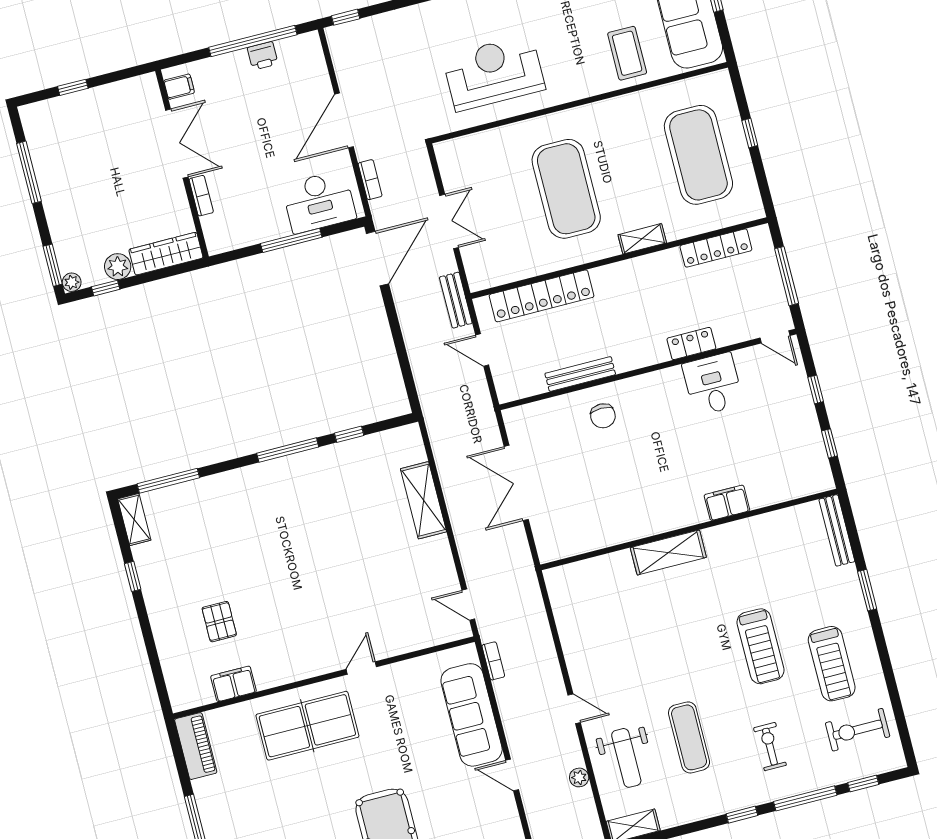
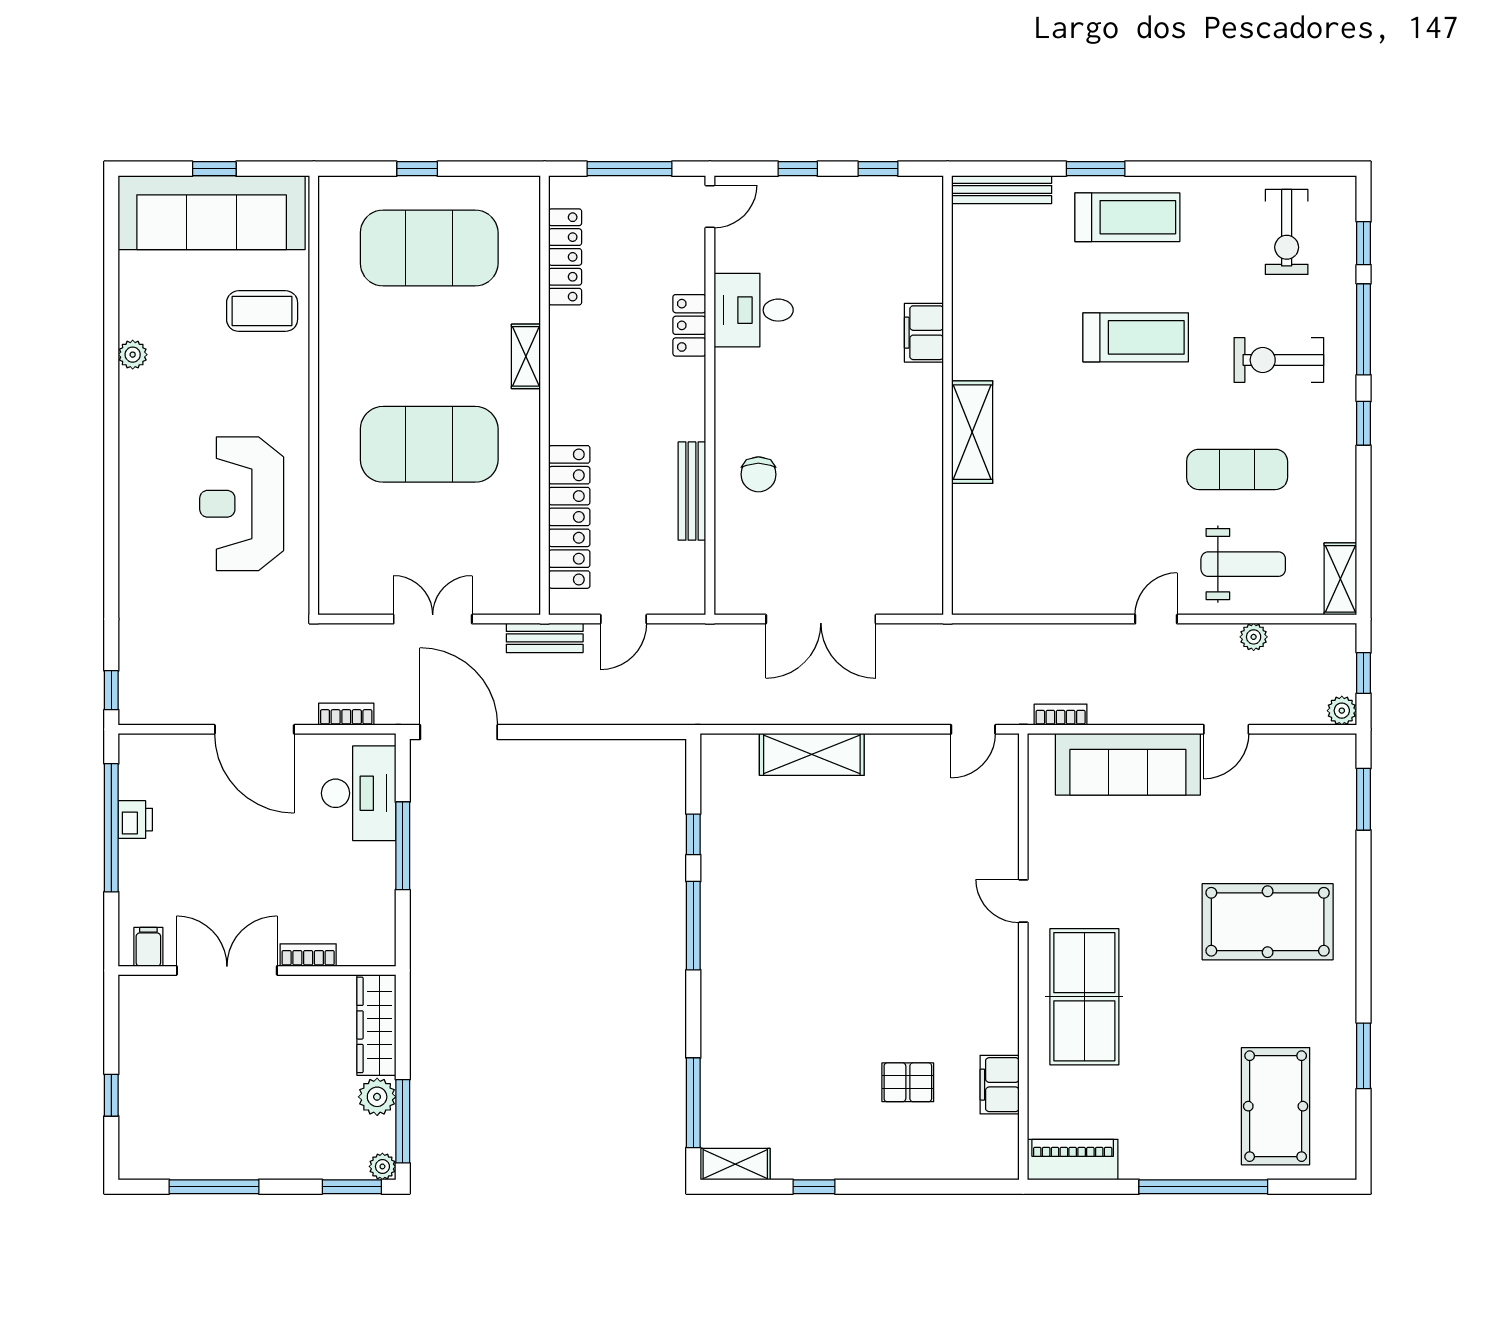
window: (106, 288) -> (403, 1121), width x2.17
chair: (603, 416) -> (758, 474), turned 90
treadmill: (832, 664) -> (1127, 217), moved
exercise bike: (770, 747) -> (1279, 360), width x1.38, depth x1.39

